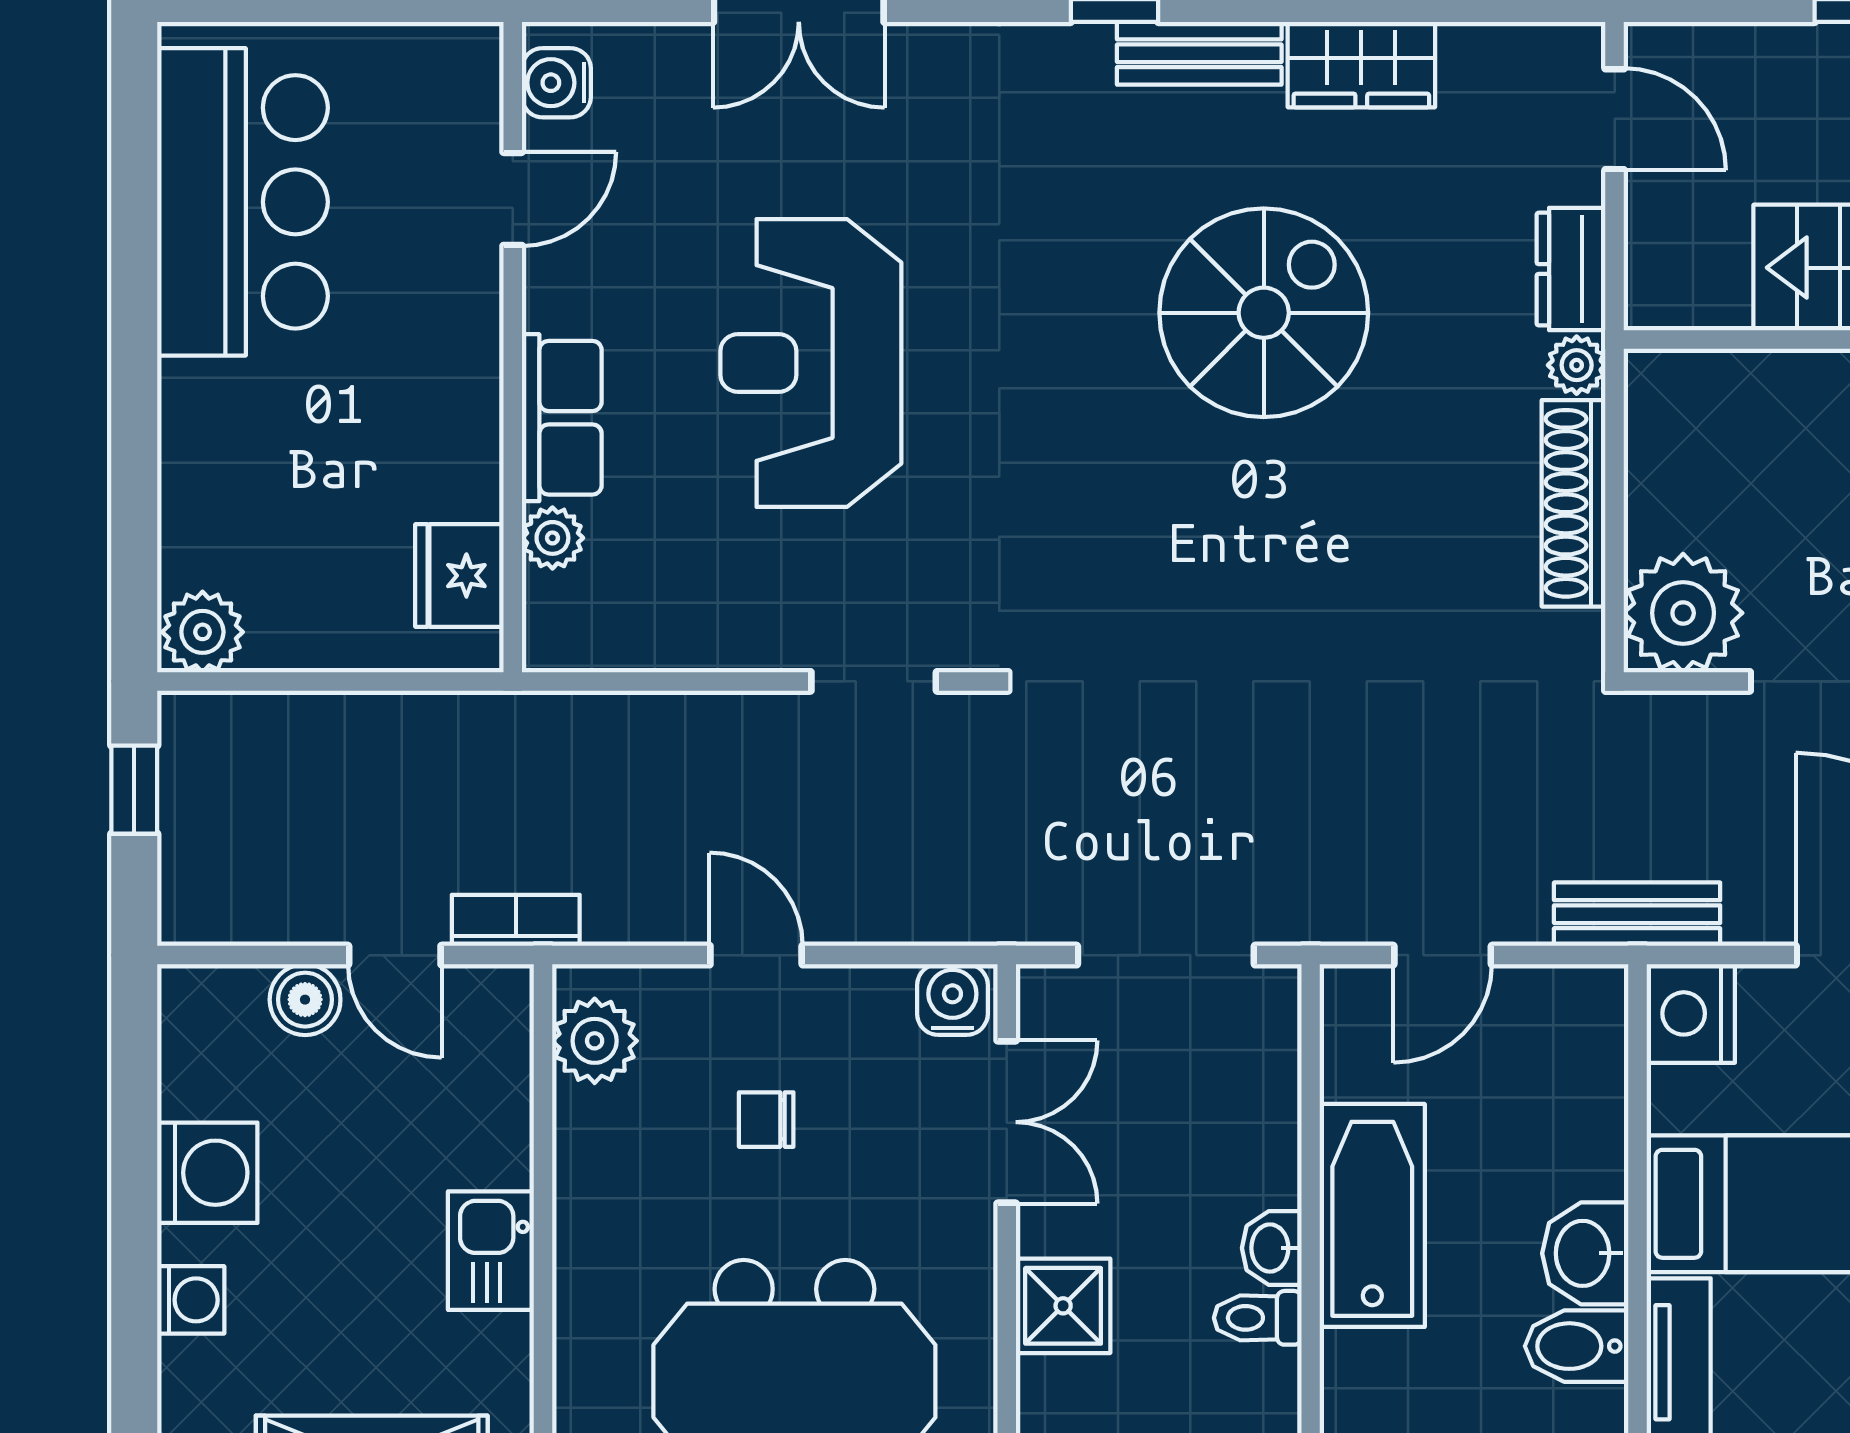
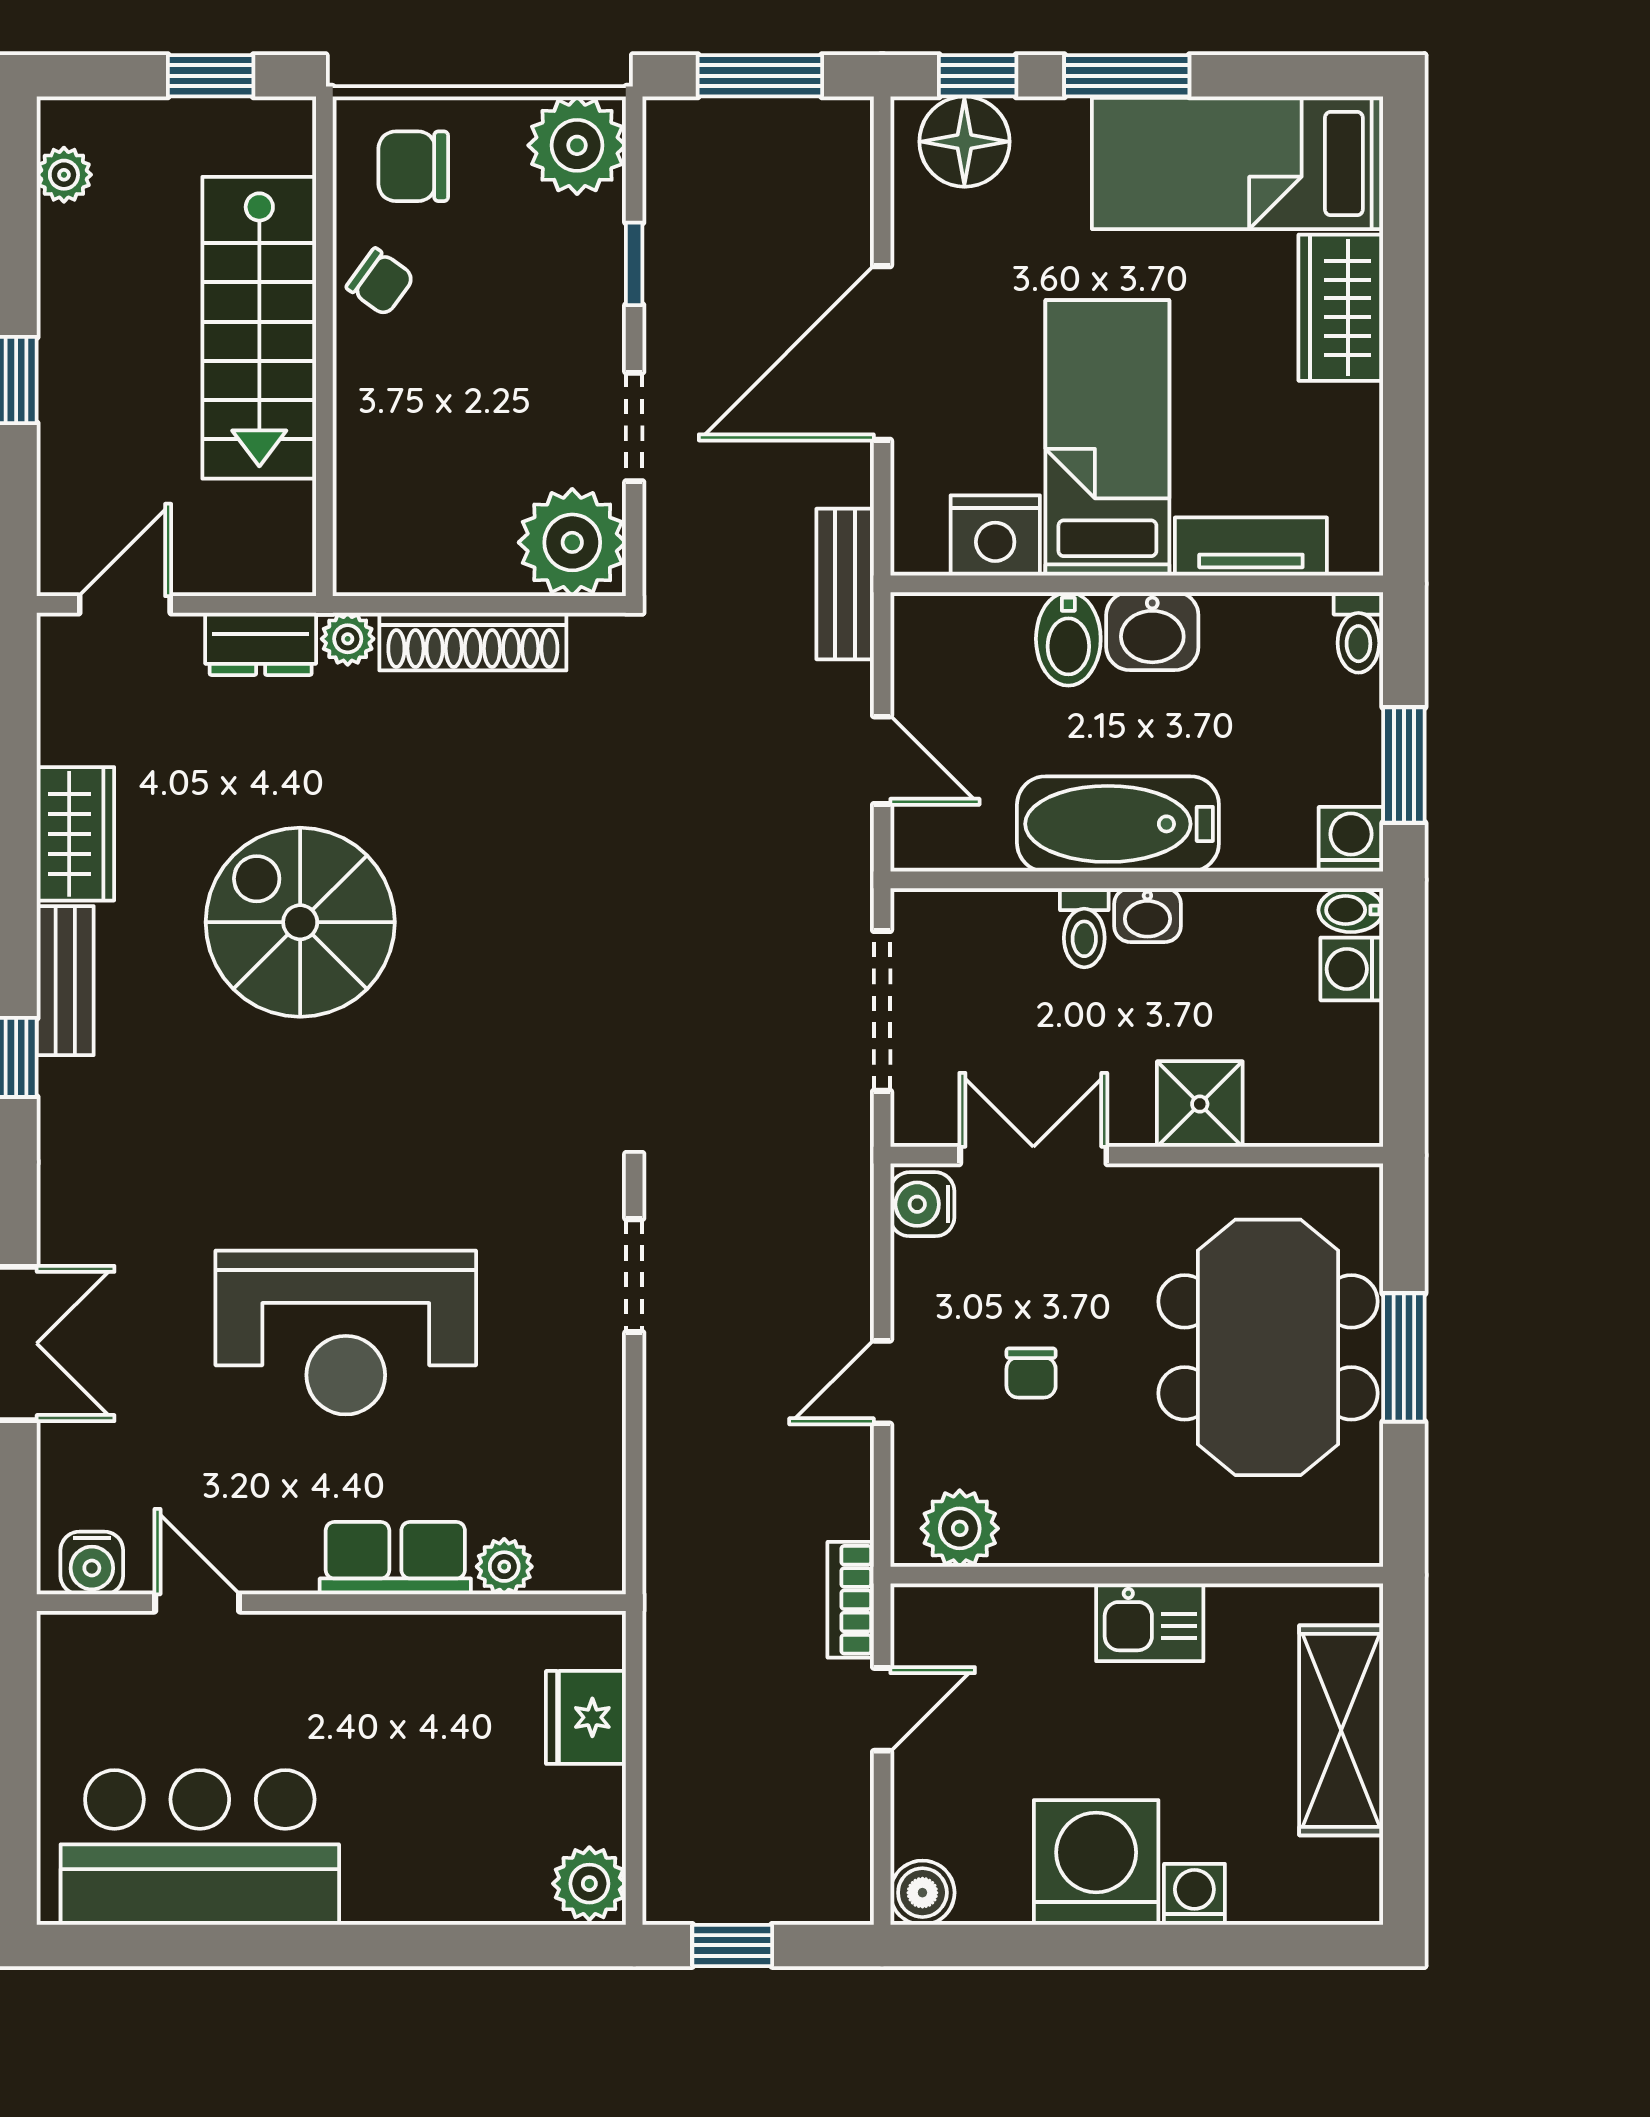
fridge: (459, 576) -> (586, 1717), moved, turned 90
boiler: (305, 1000) -> (922, 1893), moved
nightstand: (1691, 1013) -> (995, 535), moved
washing machine: (207, 1173) -> (1096, 1862), width x1.37, depth x1.37
toilet: (1258, 1318) -> (1084, 928), moved
bidet: (1577, 1346) -> (1068, 639), moved

